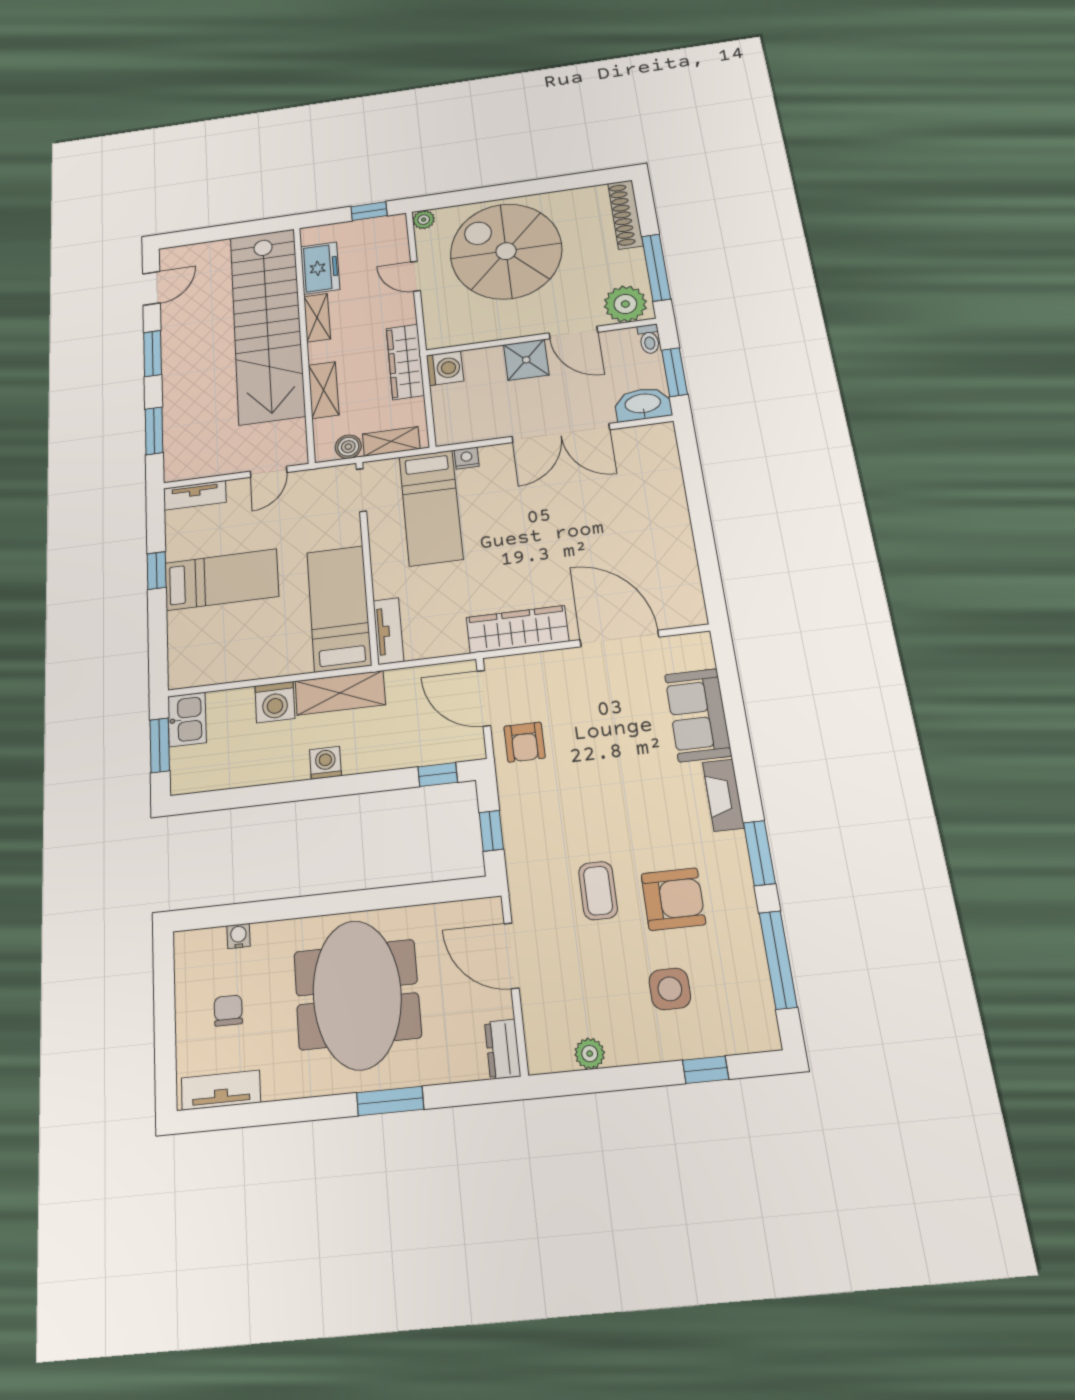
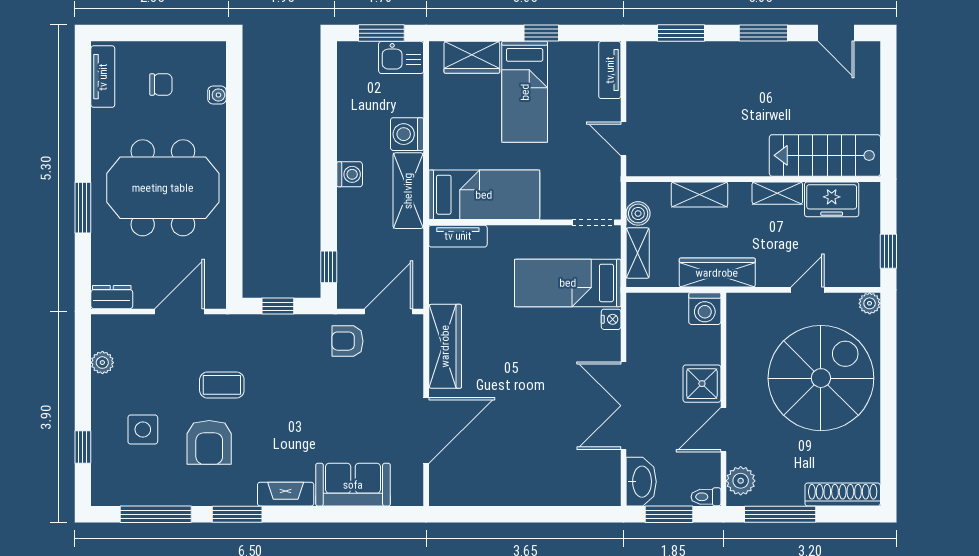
plant: (625, 304) -> (741, 481), width x0.73, depth x0.73
stairs: (267, 325) -> (825, 155), width x0.54, depth x0.66
wardrobe: (185, 641) -> (472, 57), added

